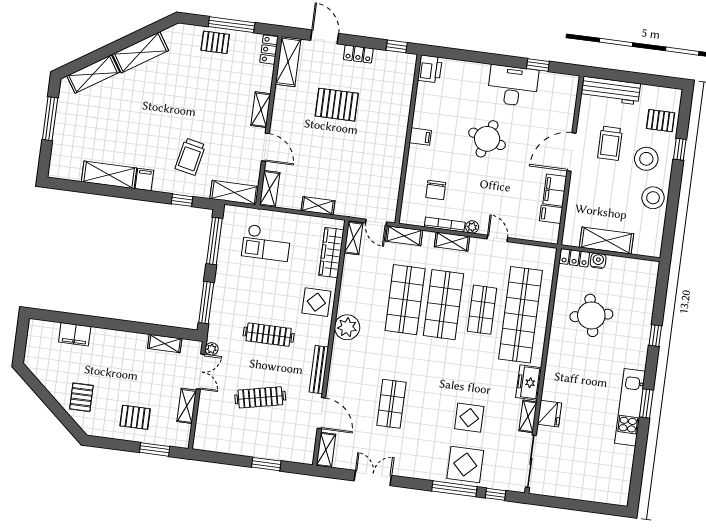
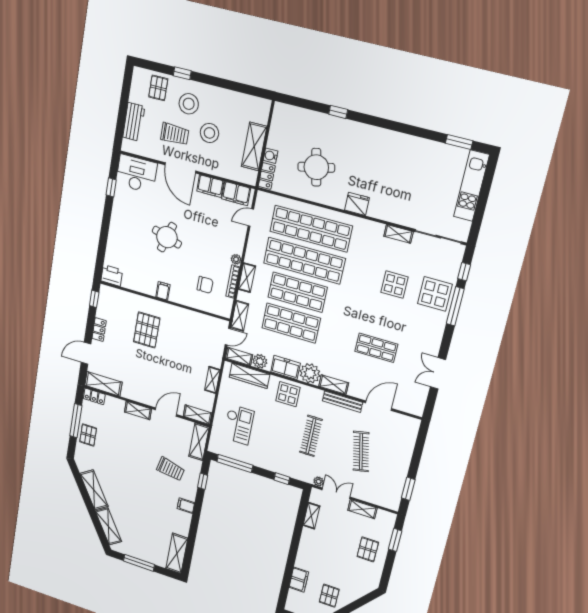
desk: (513, 86) -> (136, 174), moved, turned 90
workbench: (611, 90) -> (134, 122), width x0.73
pallet: (337, 105) -> (147, 330), moved
shelving: (109, 175) -> (177, 553), moved
stool: (653, 198) -> (209, 133), moved
filing cabinet: (551, 214) -> (236, 194), width x2.00
door: (497, 238) -> (251, 217), moved
plant: (352, 264) -> (260, 361), added
window: (206, 303) -> (282, 479), width x0.46
shop shelf: (482, 310) -> (304, 261), width x2.00, depth x1.36
freezer: (529, 383) -> (286, 367), moved, turned 180
pallet: (81, 397) -> (329, 596), moved, turned 90
window: (646, 403) -> (459, 142), moved
kitchen unit: (630, 407) -> (471, 186), moved, turned 90
fridge: (549, 414) -> (357, 204), moved
shelving: (326, 450) -> (334, 385), moved
window: (266, 464) -> (408, 489), moved

